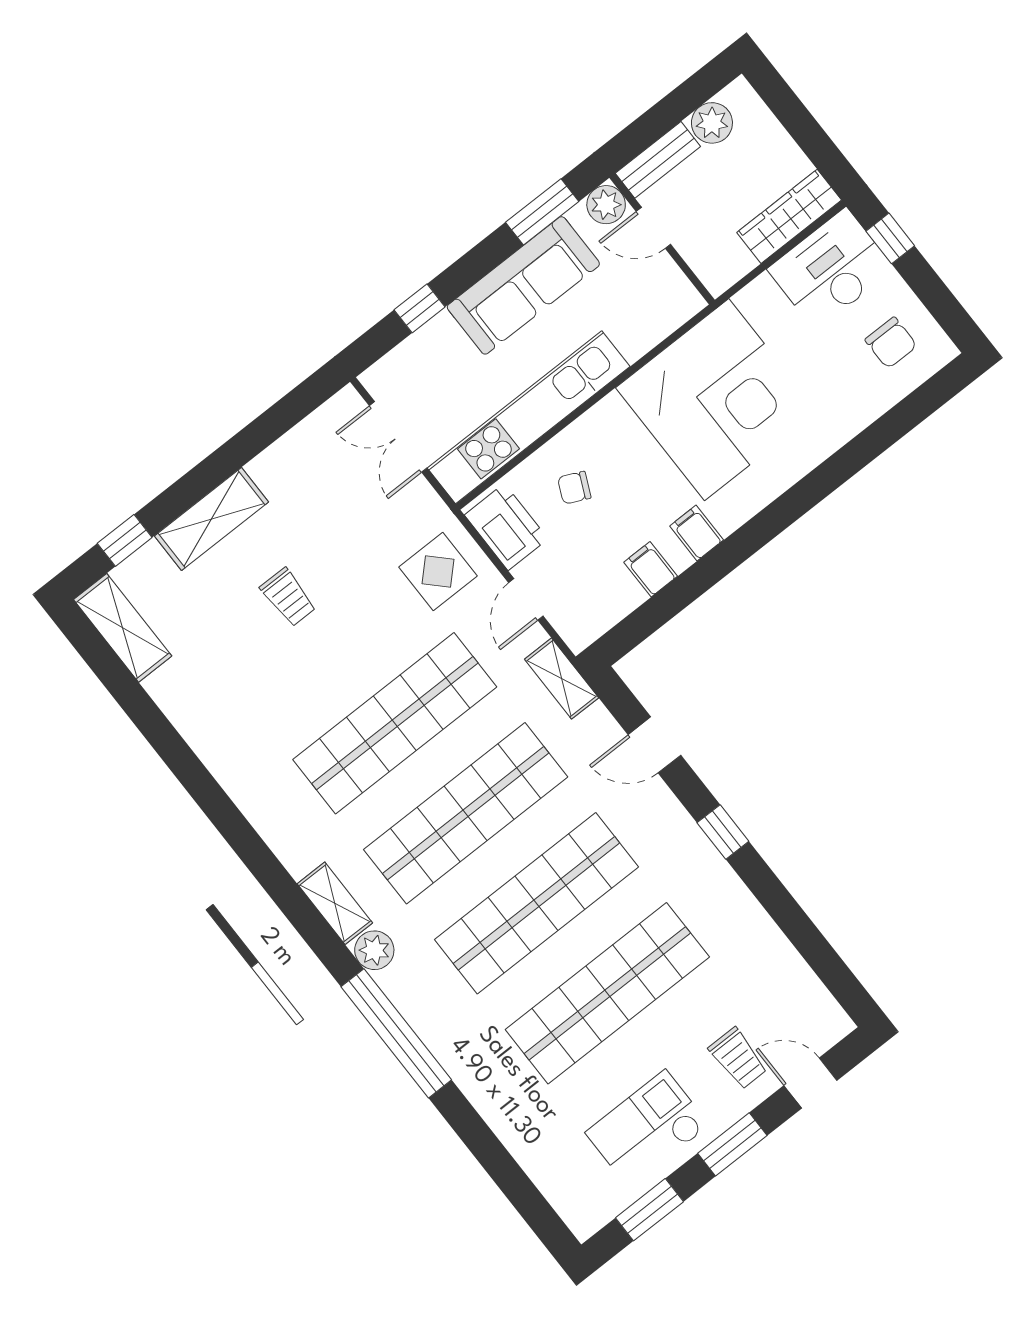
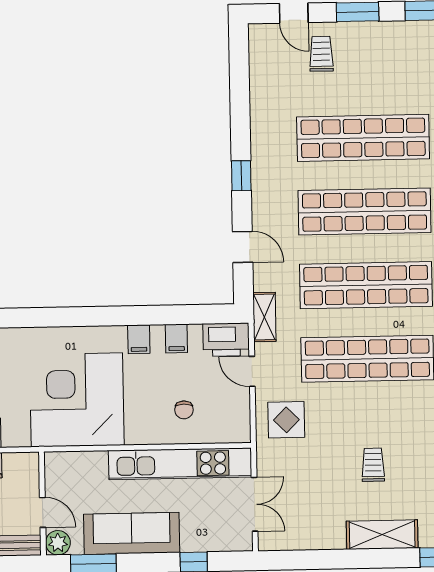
chair: (574, 488) -> (184, 410), turned 65
printer: (506, 527) -> (226, 340), moved, turned -90
door: (526, 599) -> (252, 371), swing flipped
checkout: (647, 1129) -> (395, 53), removed

